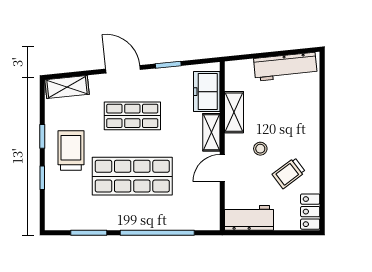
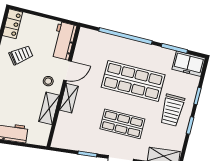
freezer: (207, 92) -> (189, 64), moved, turned 90
stool: (260, 149) -> (48, 81), moved
workbench: (249, 218) -> (64, 41), moved, turned 90

